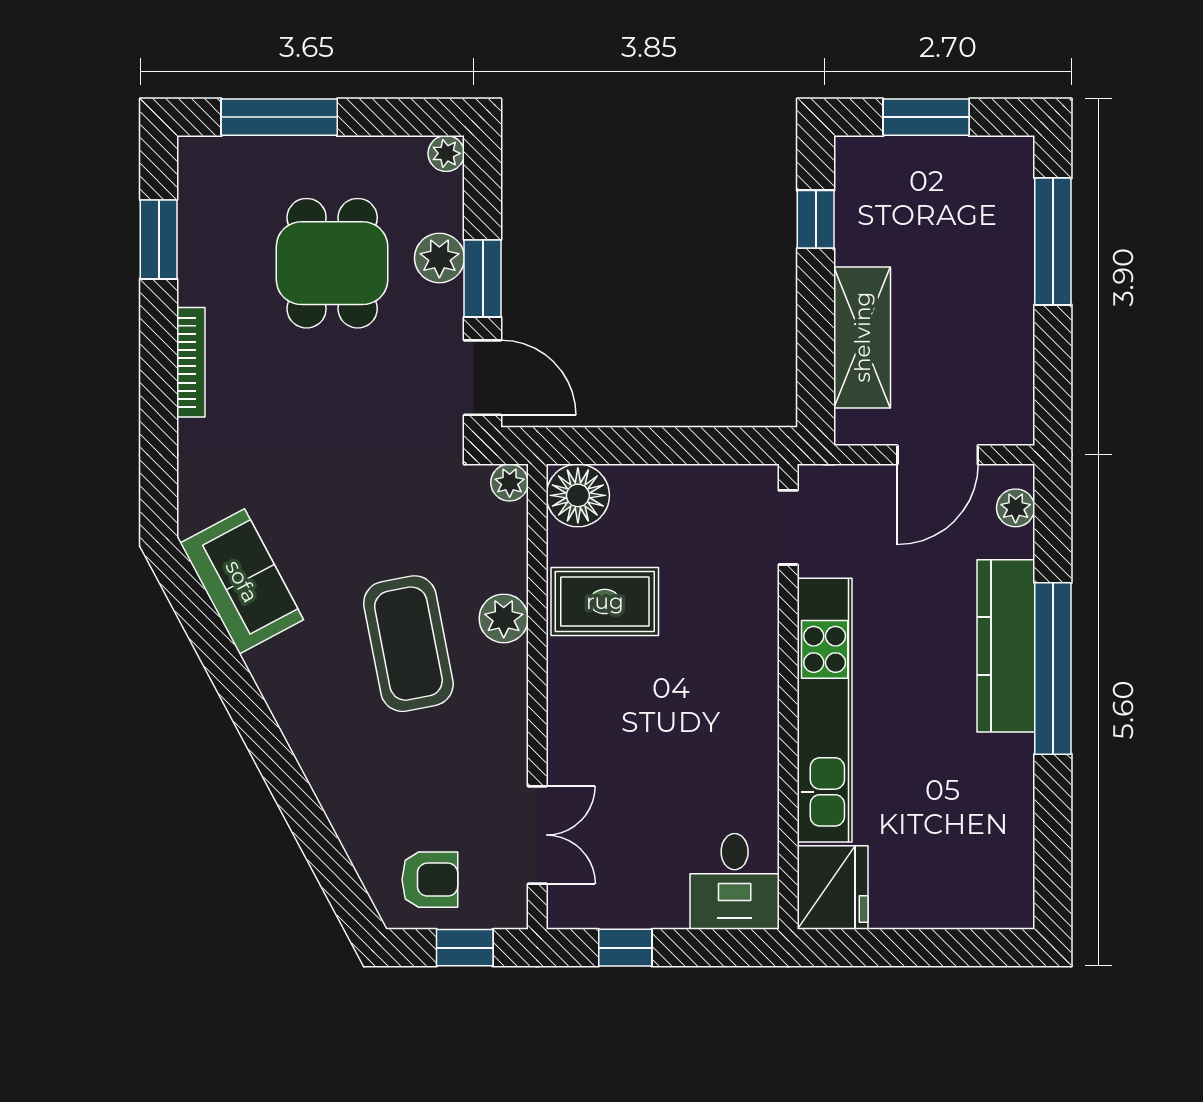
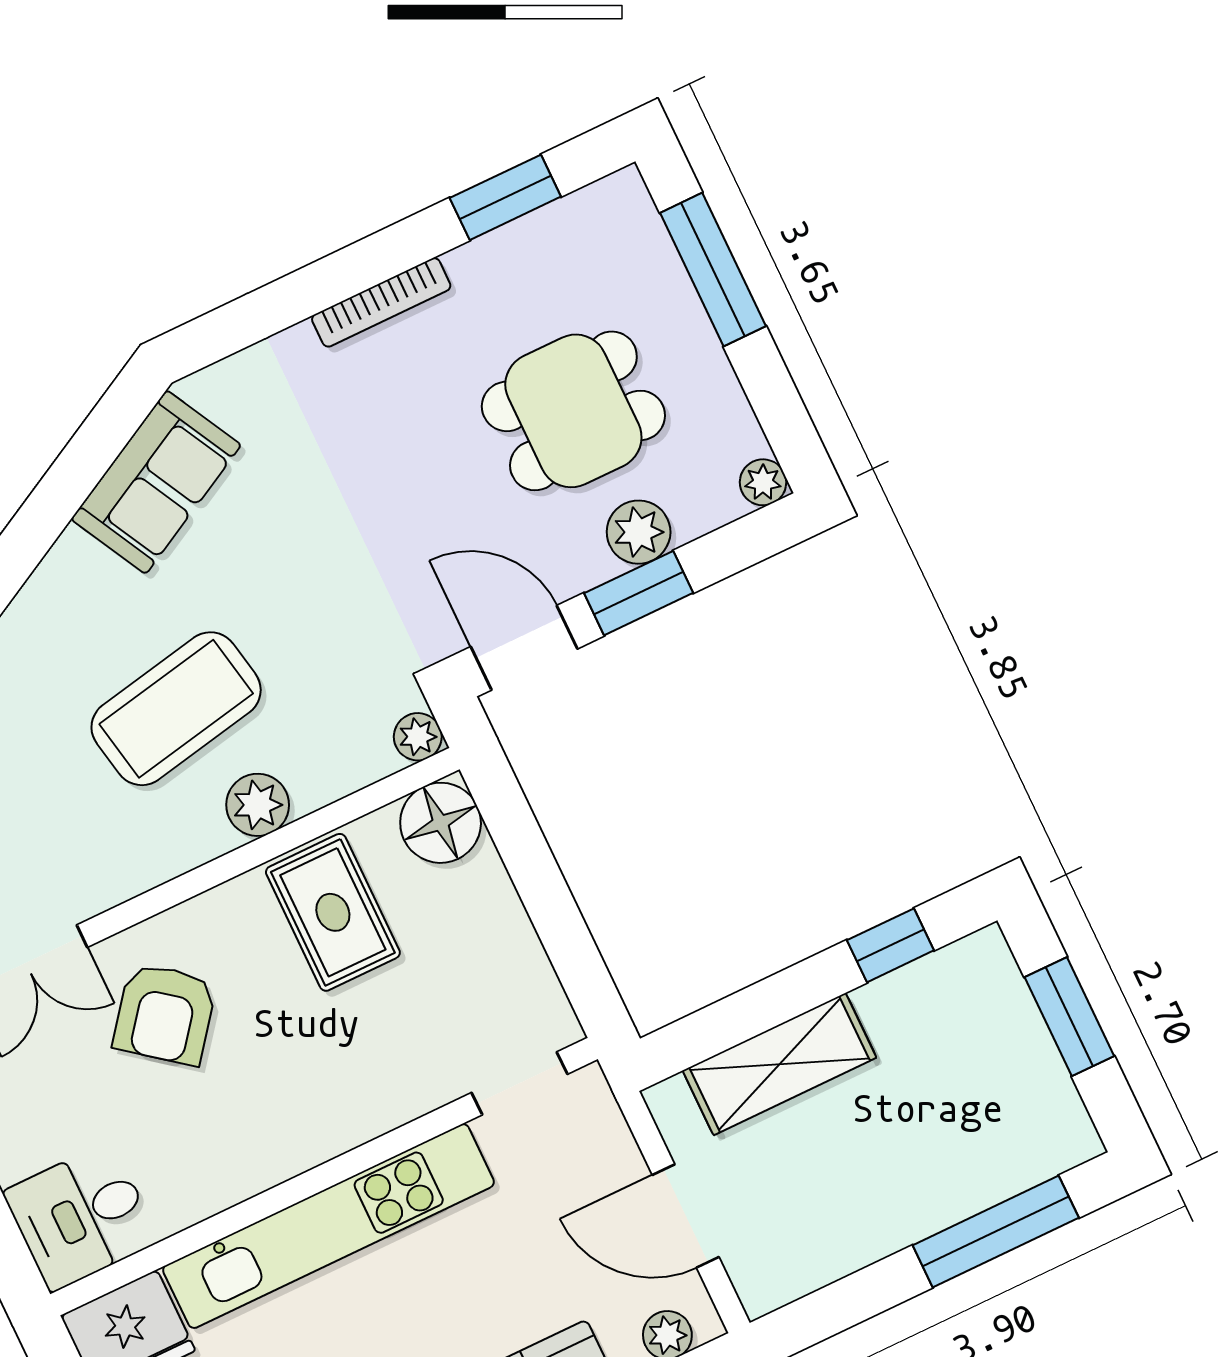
door: (483, 378) -> (524, 648), swing flipped
armchair: (620, 754) -> (165, 1014), added

